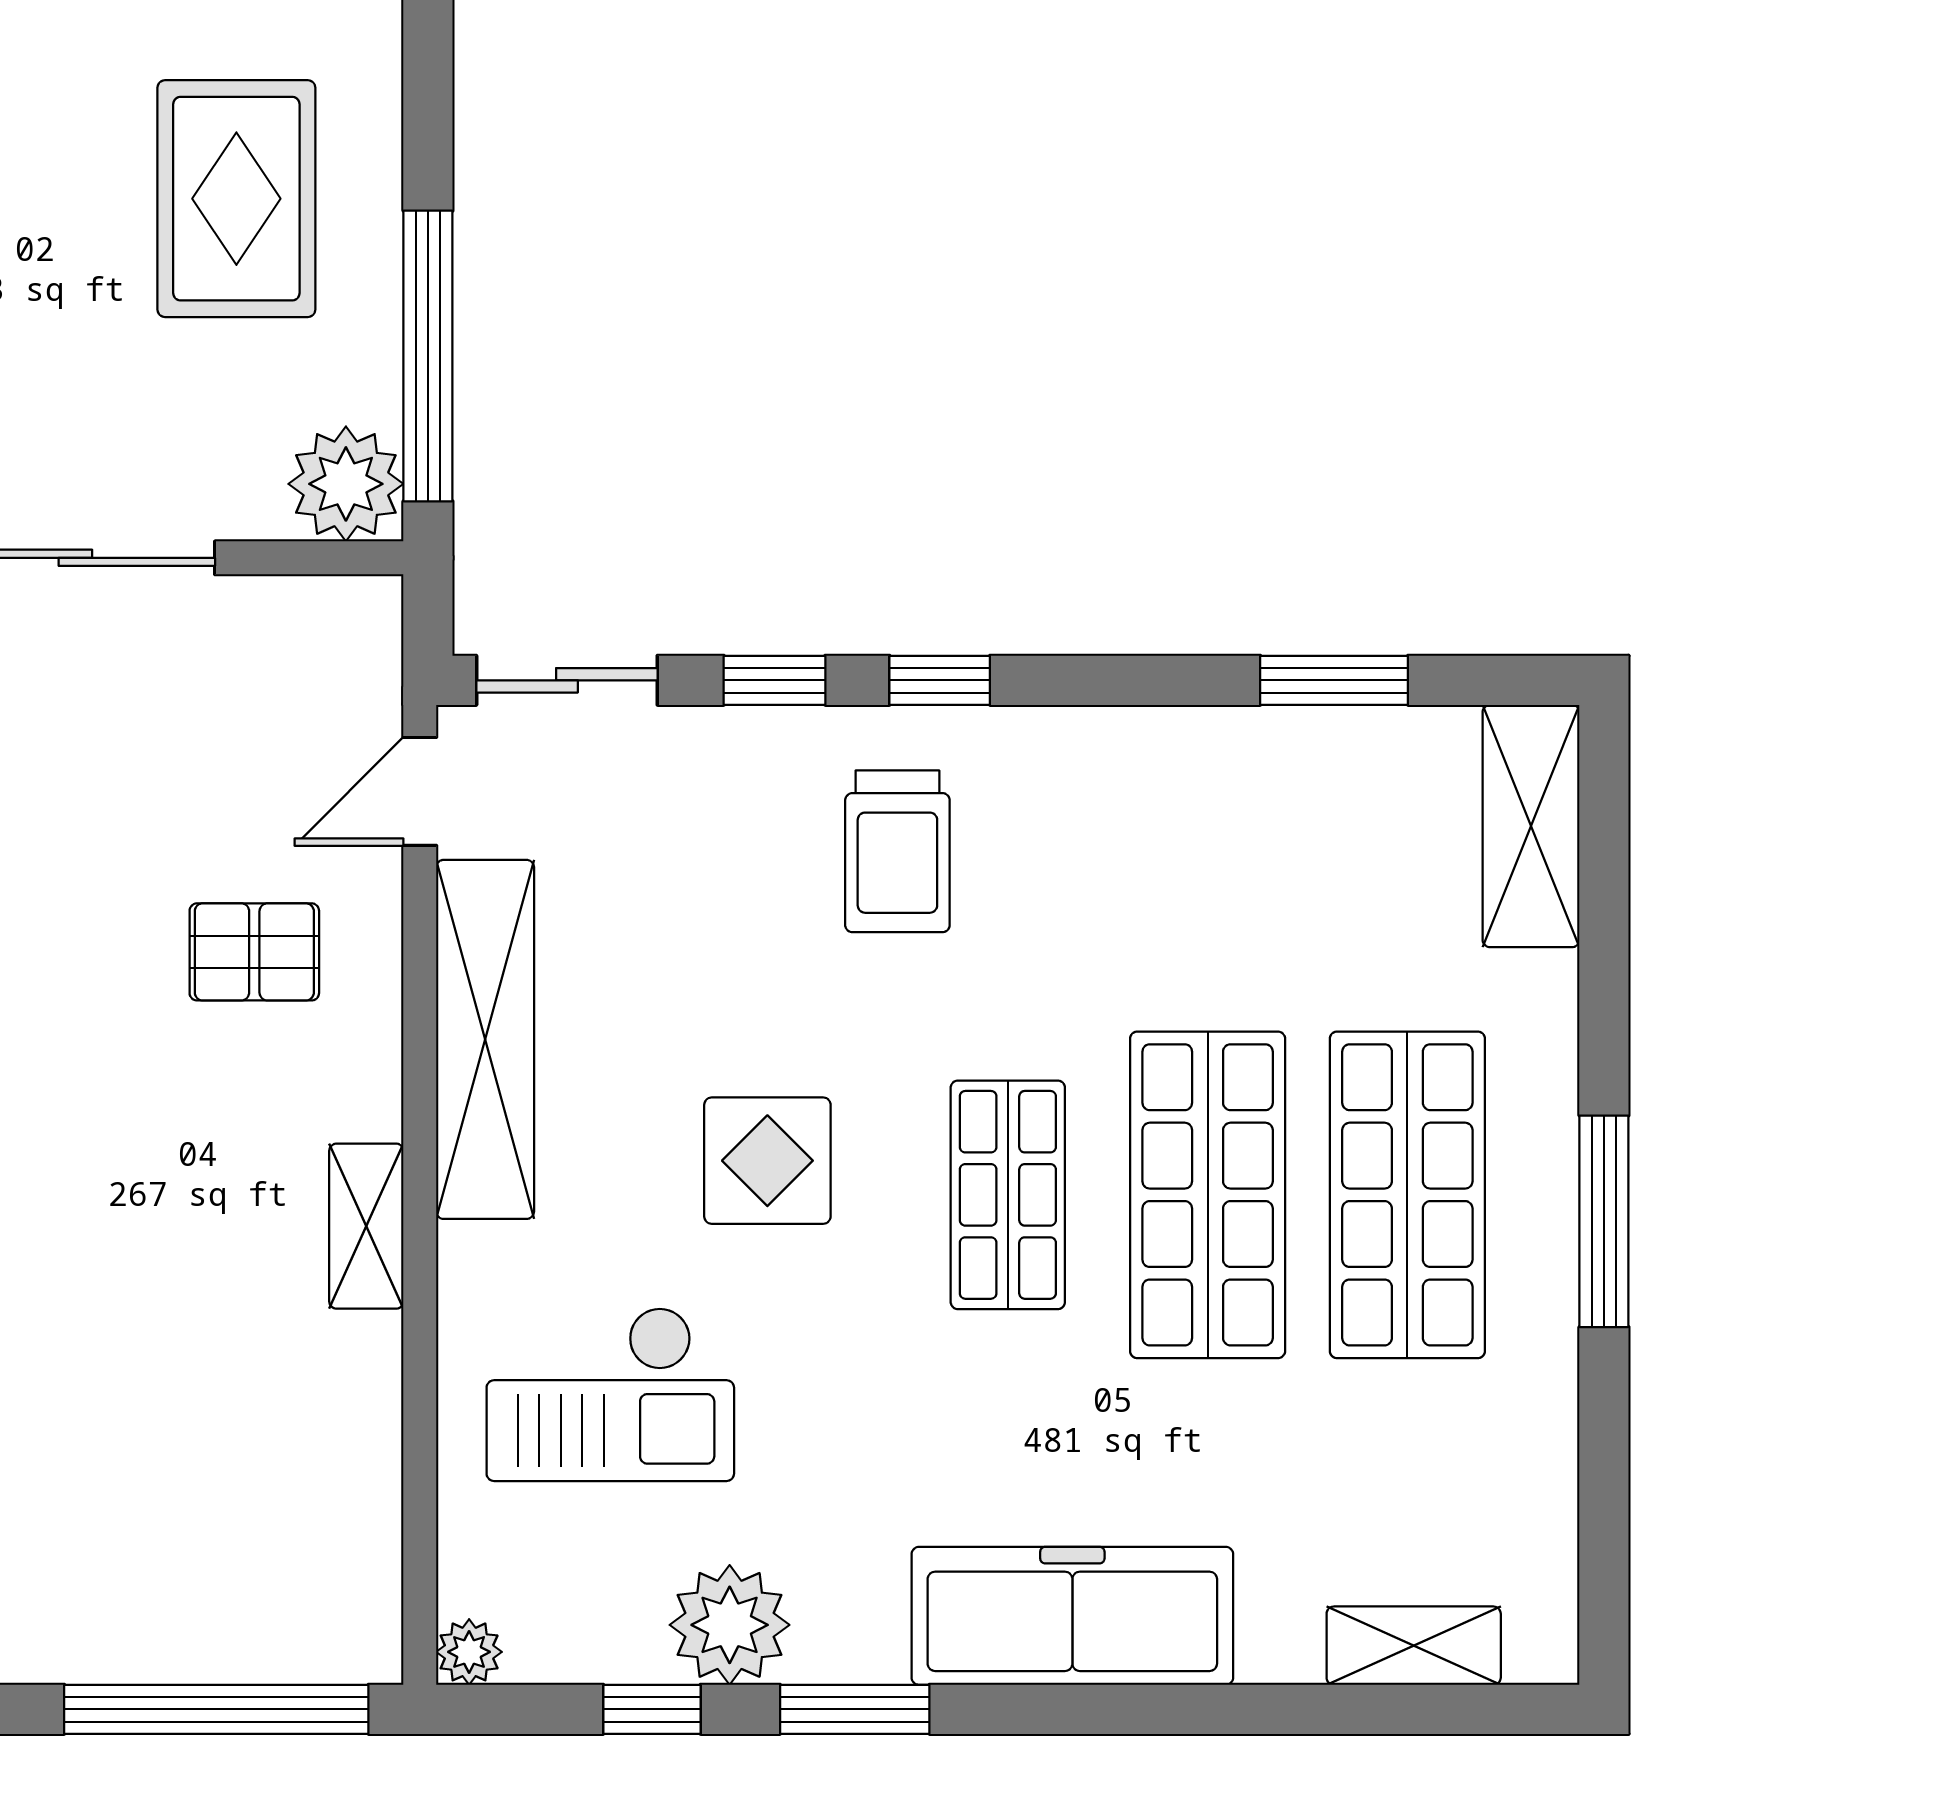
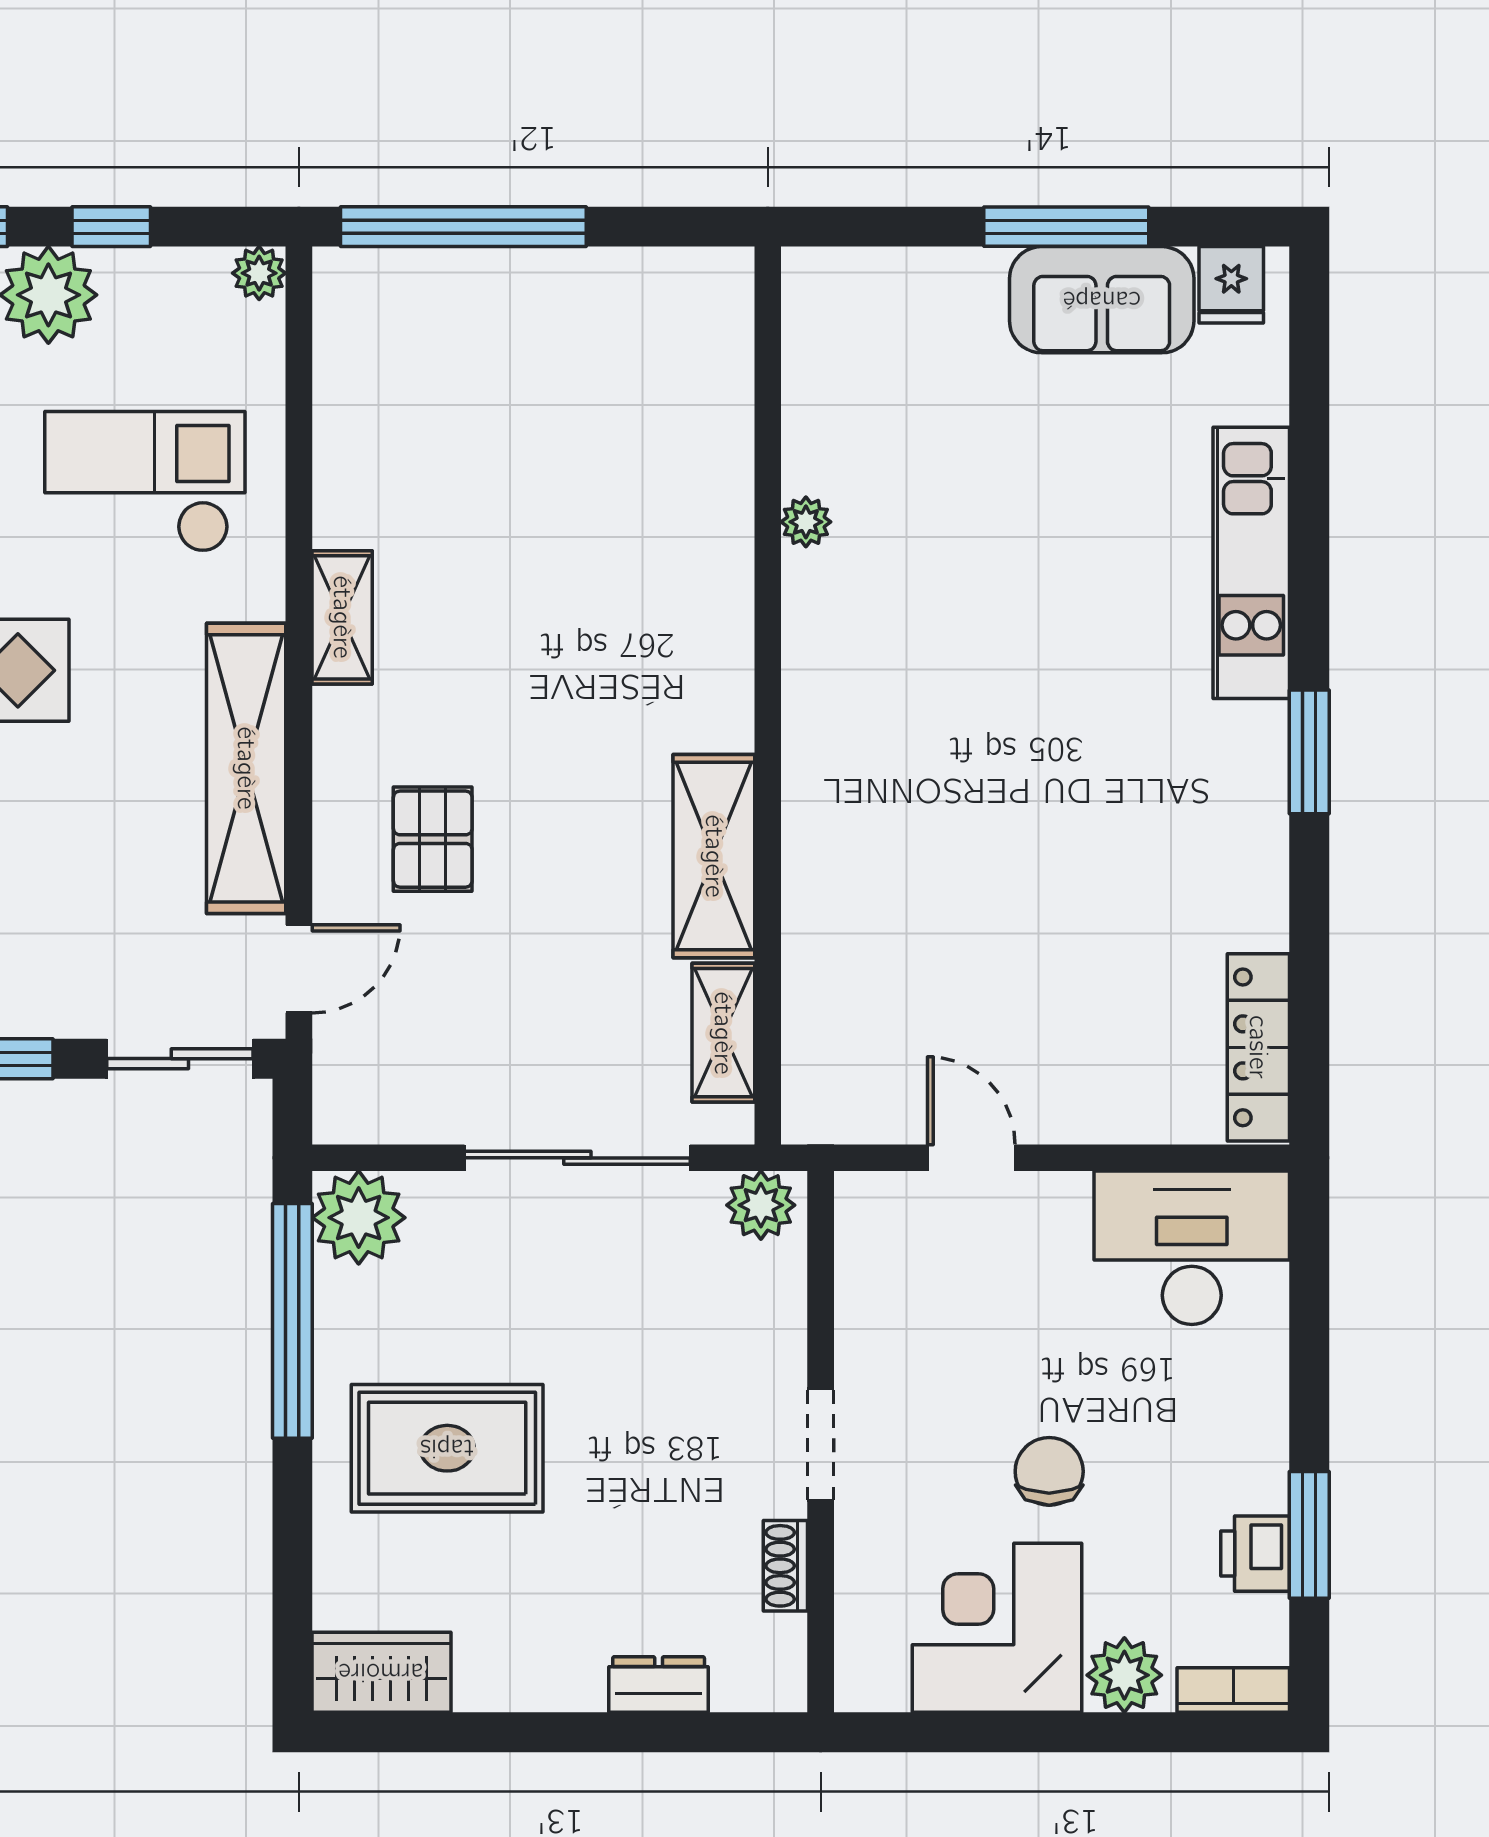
rug: (236, 199) -> (447, 1448), turned 90
pallet: (254, 952) -> (433, 839), turned 90

